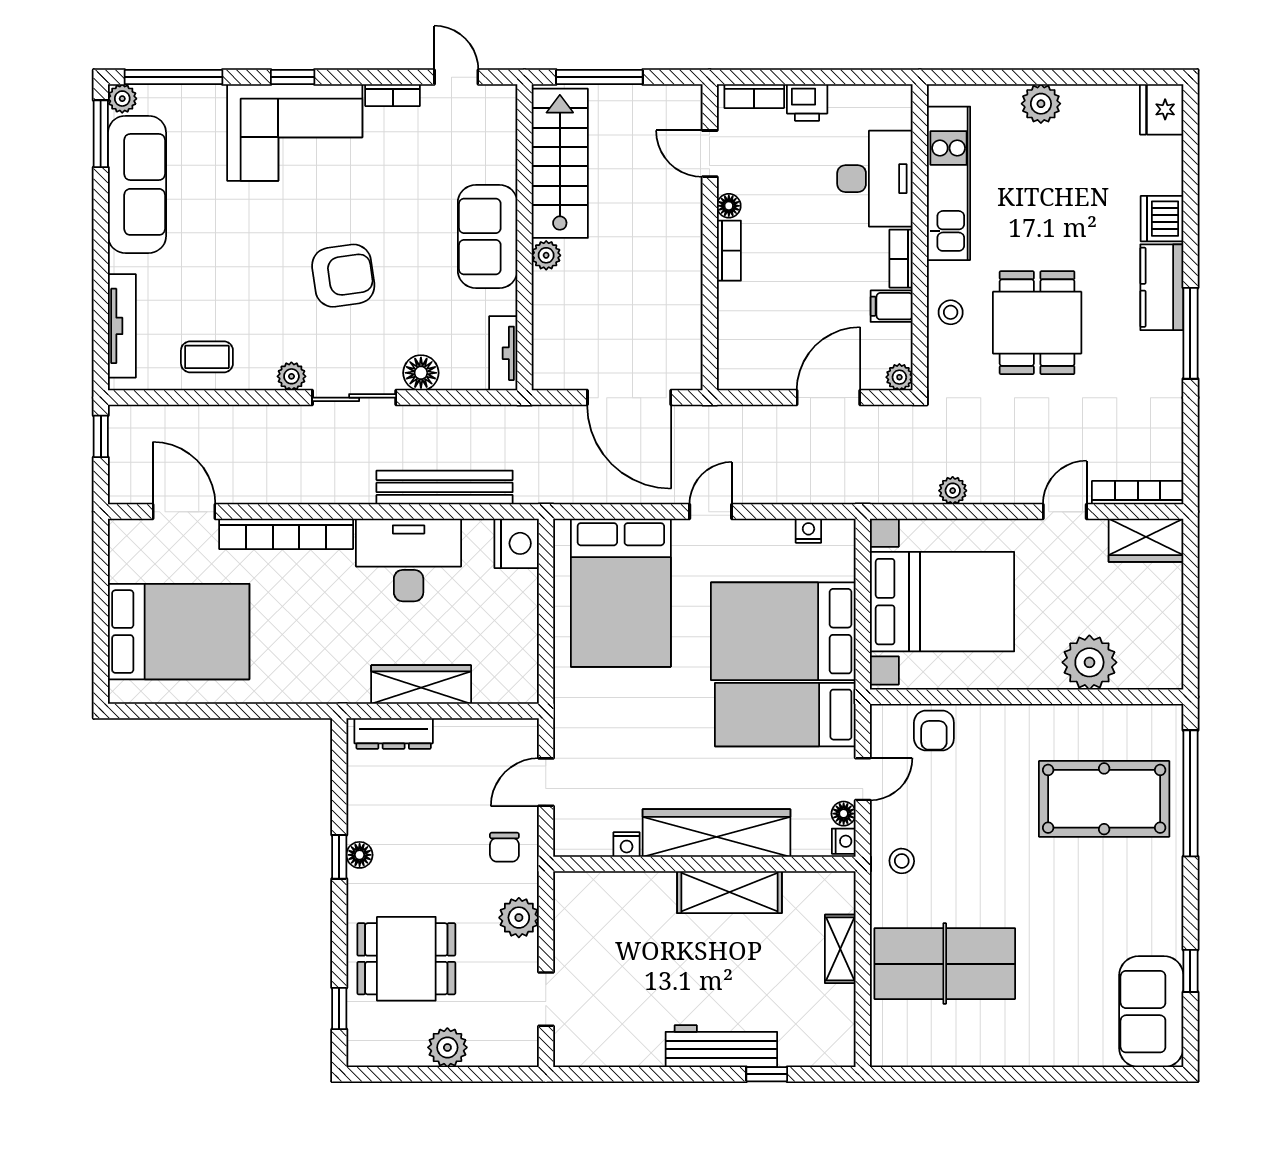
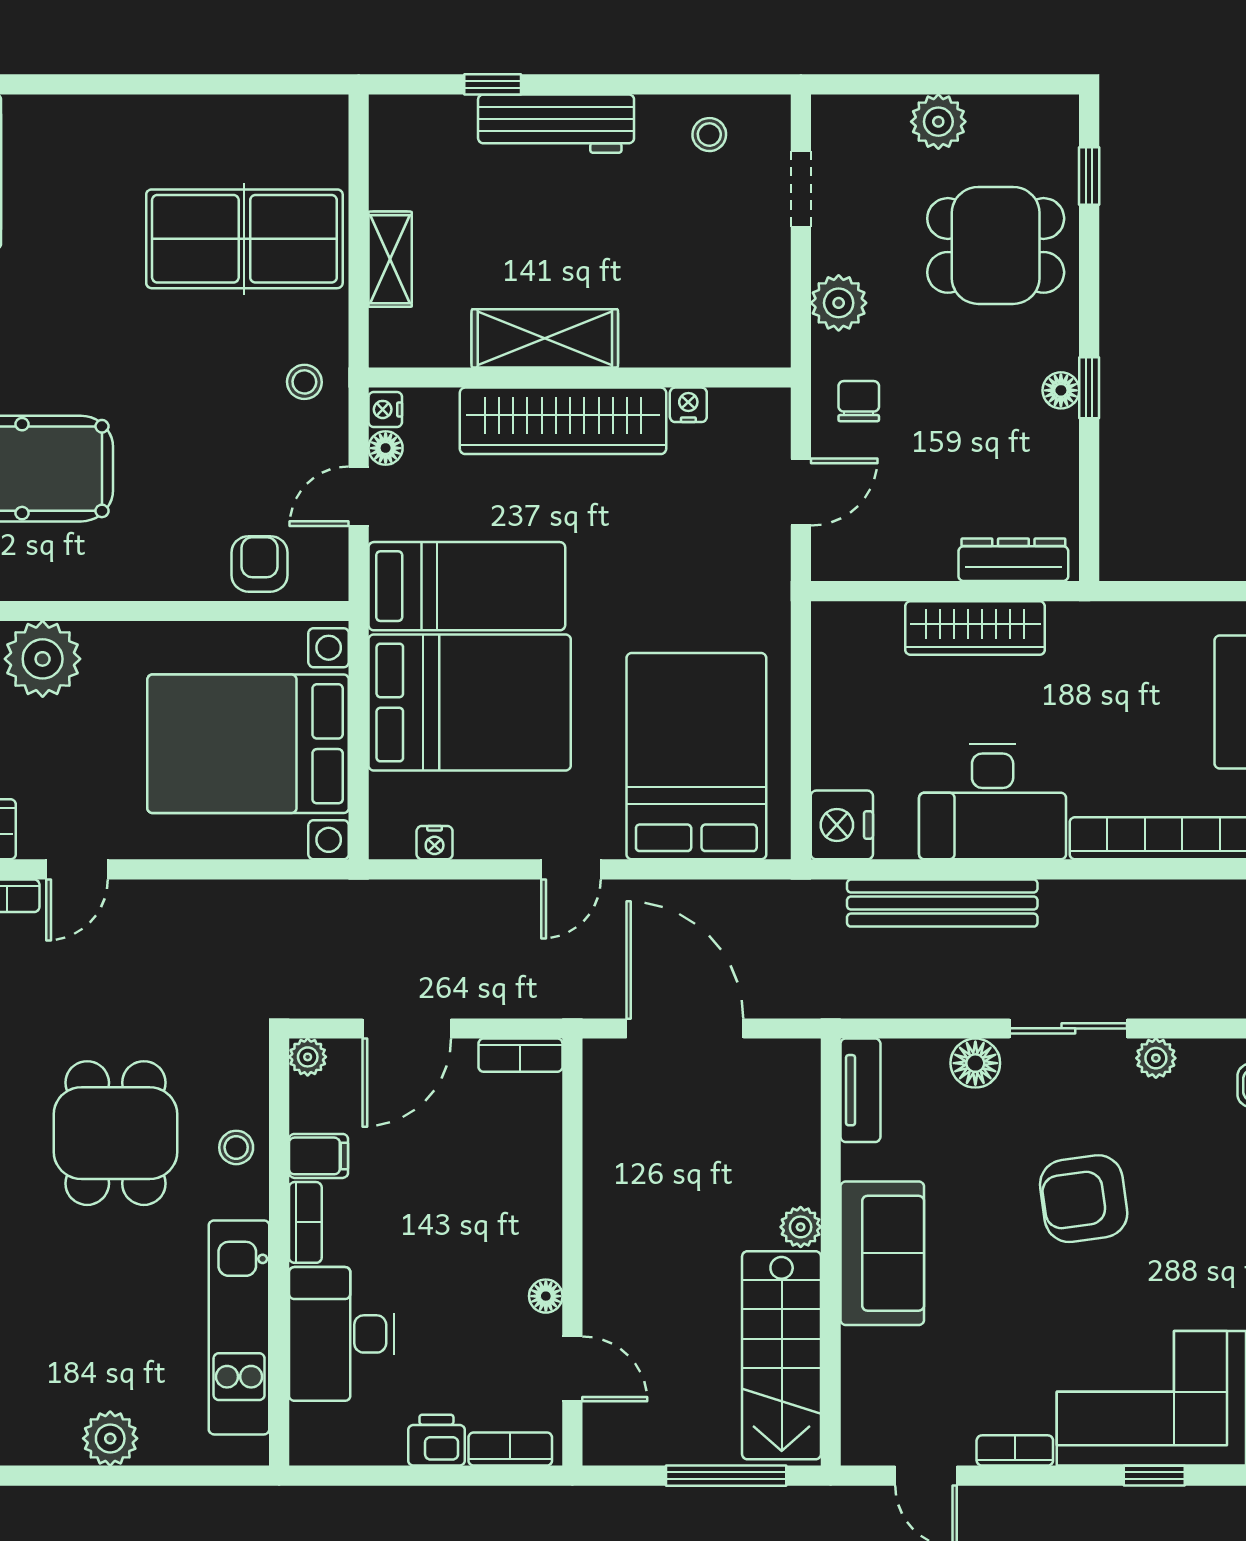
bookcase: (729, 251) -> (520, 1055), moved, turned -90
plant: (953, 491) -> (233, 899), removed
stool: (612, 1038) -> (709, 135), added

